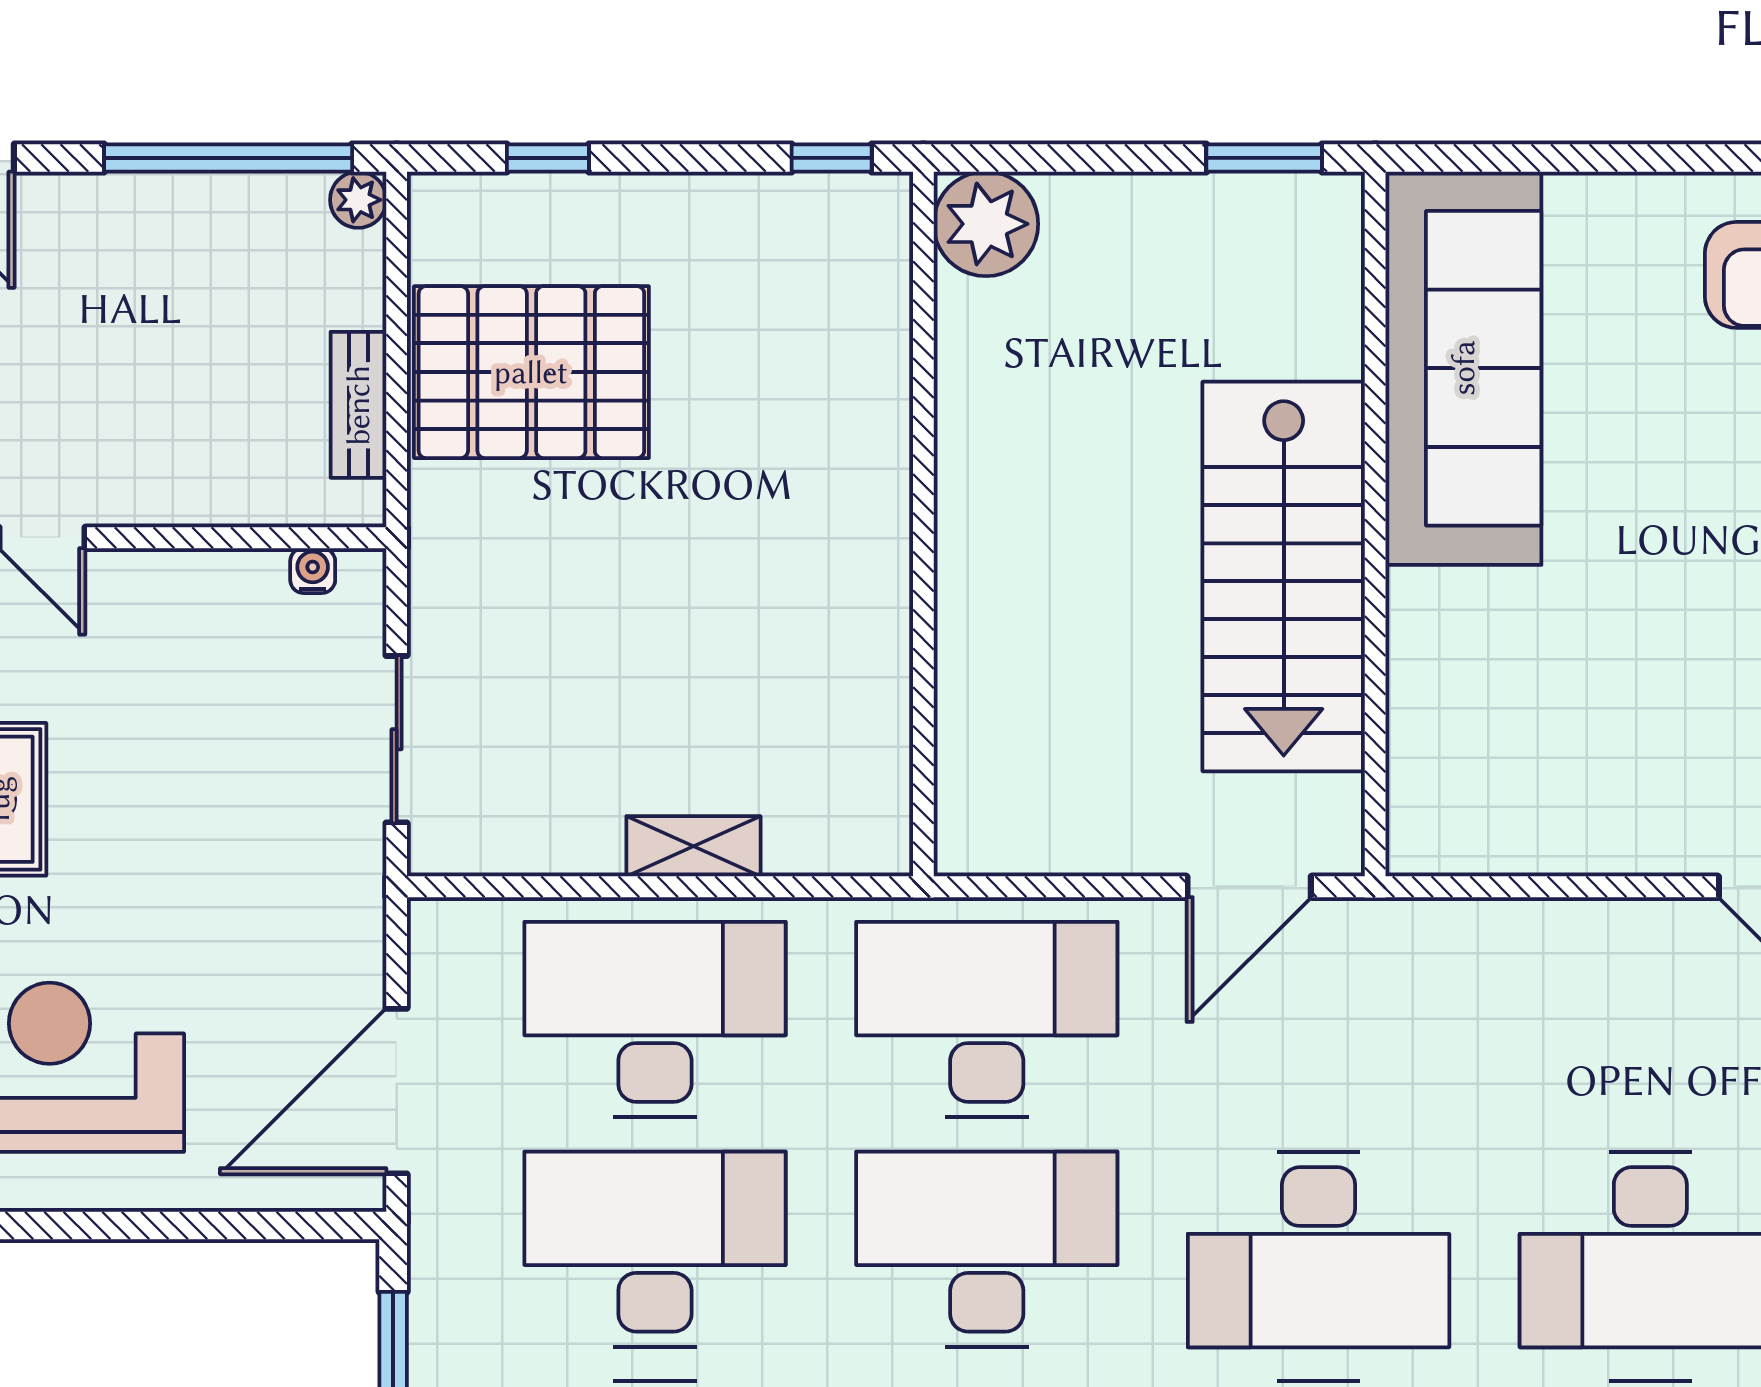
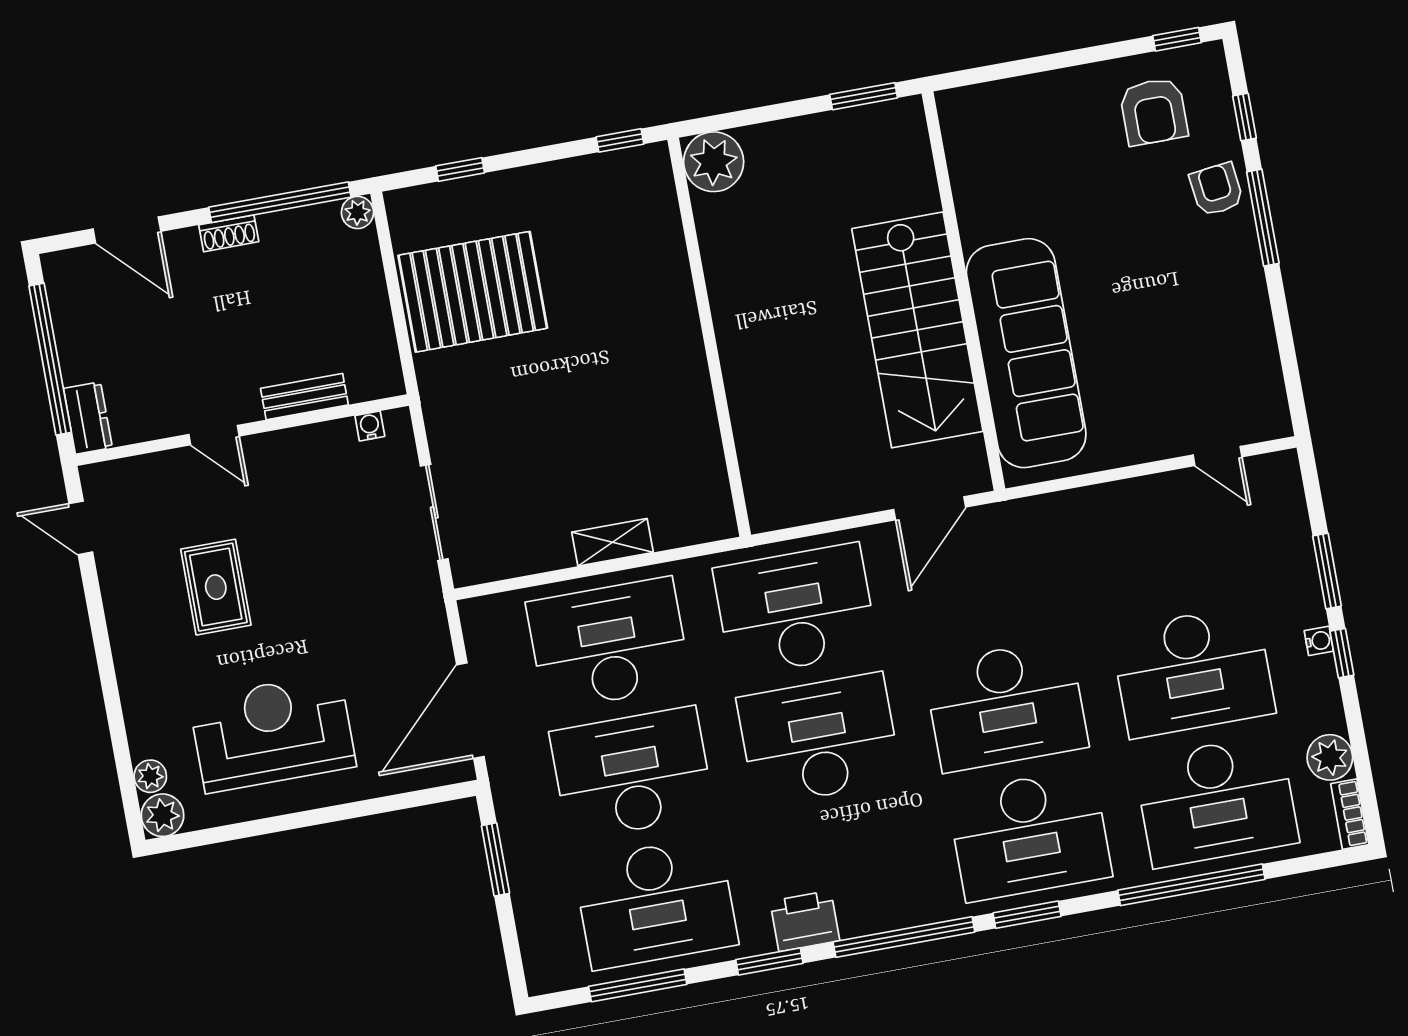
shoe rack: (131, 195) -> (229, 233), added
sofa: (1463, 368) -> (1026, 353), moved
bench: (358, 405) -> (304, 397), moved, turned 90

